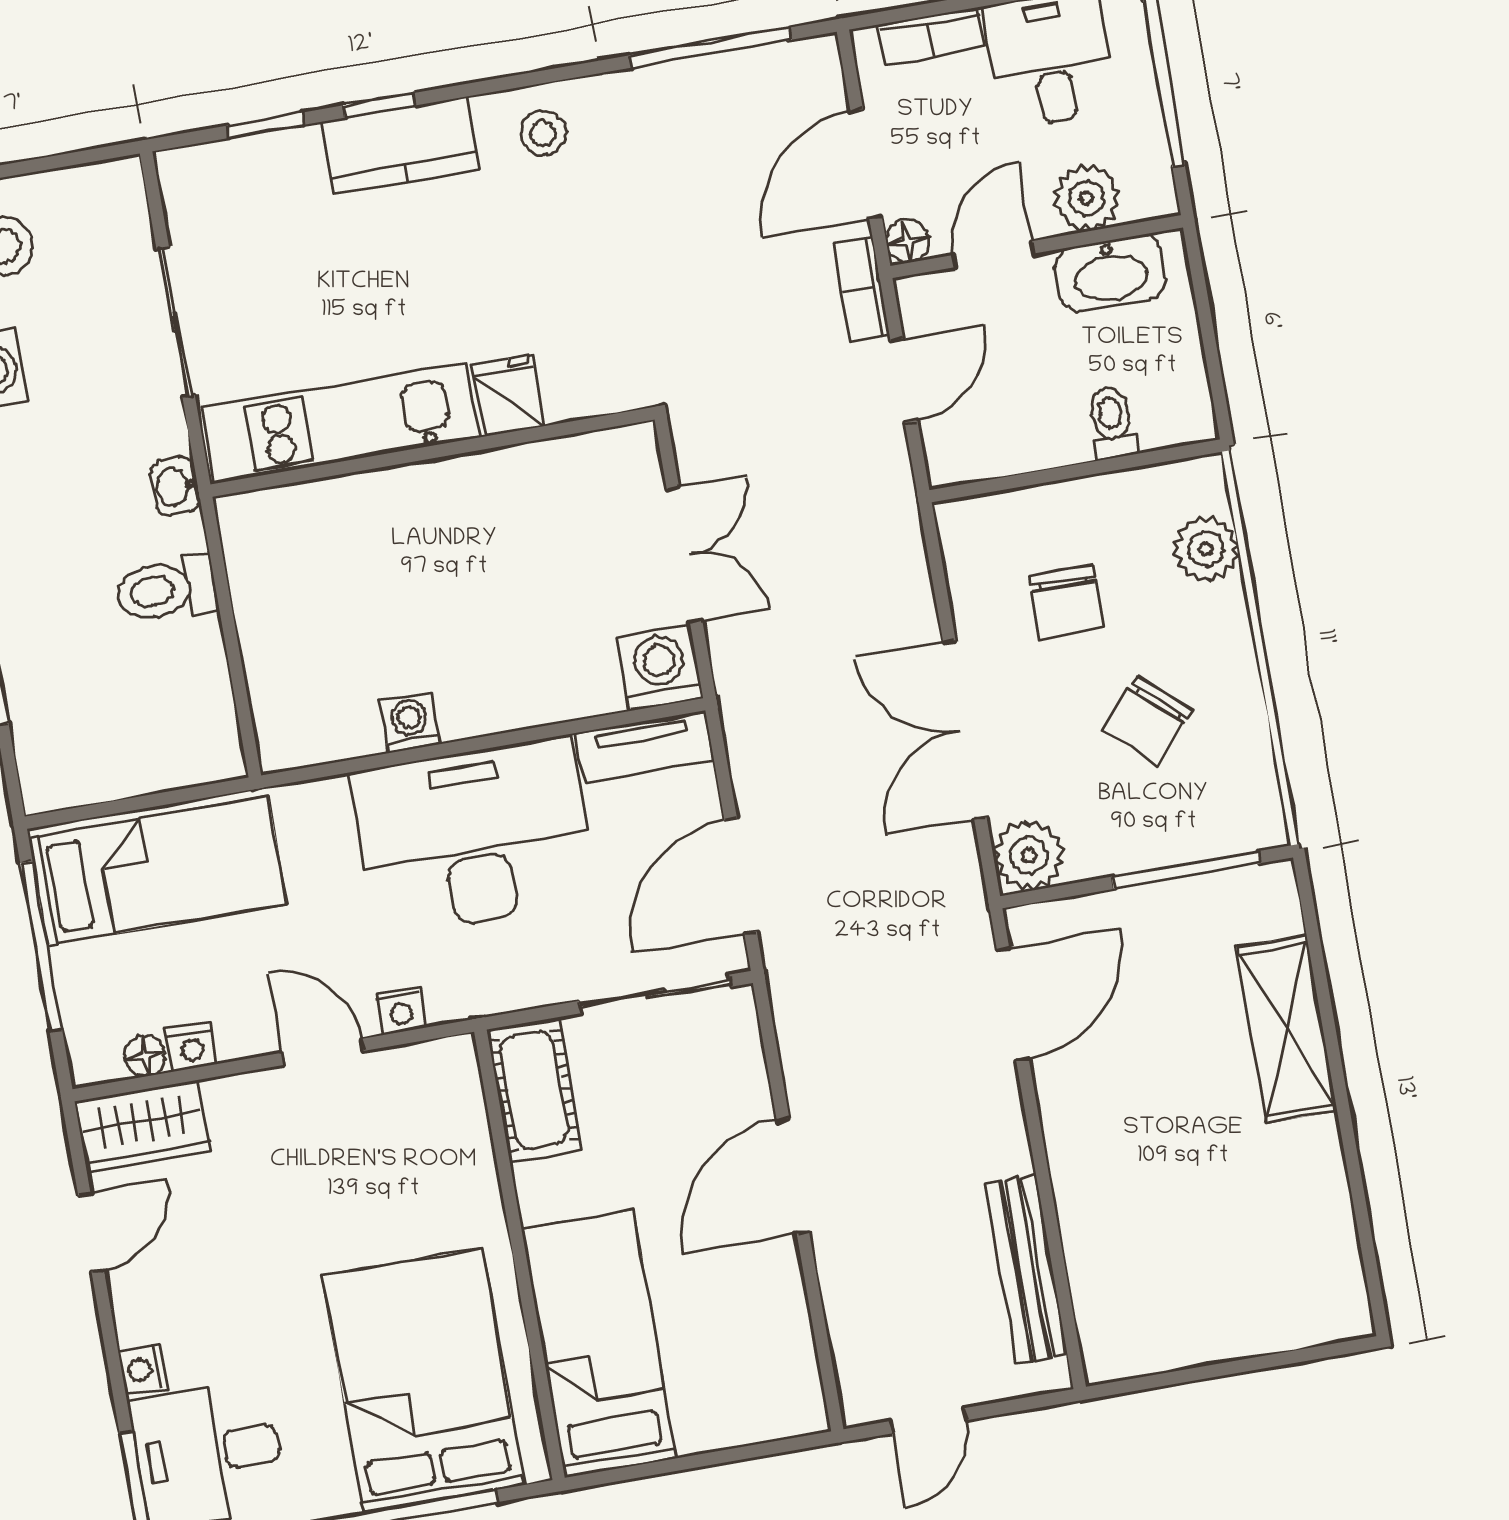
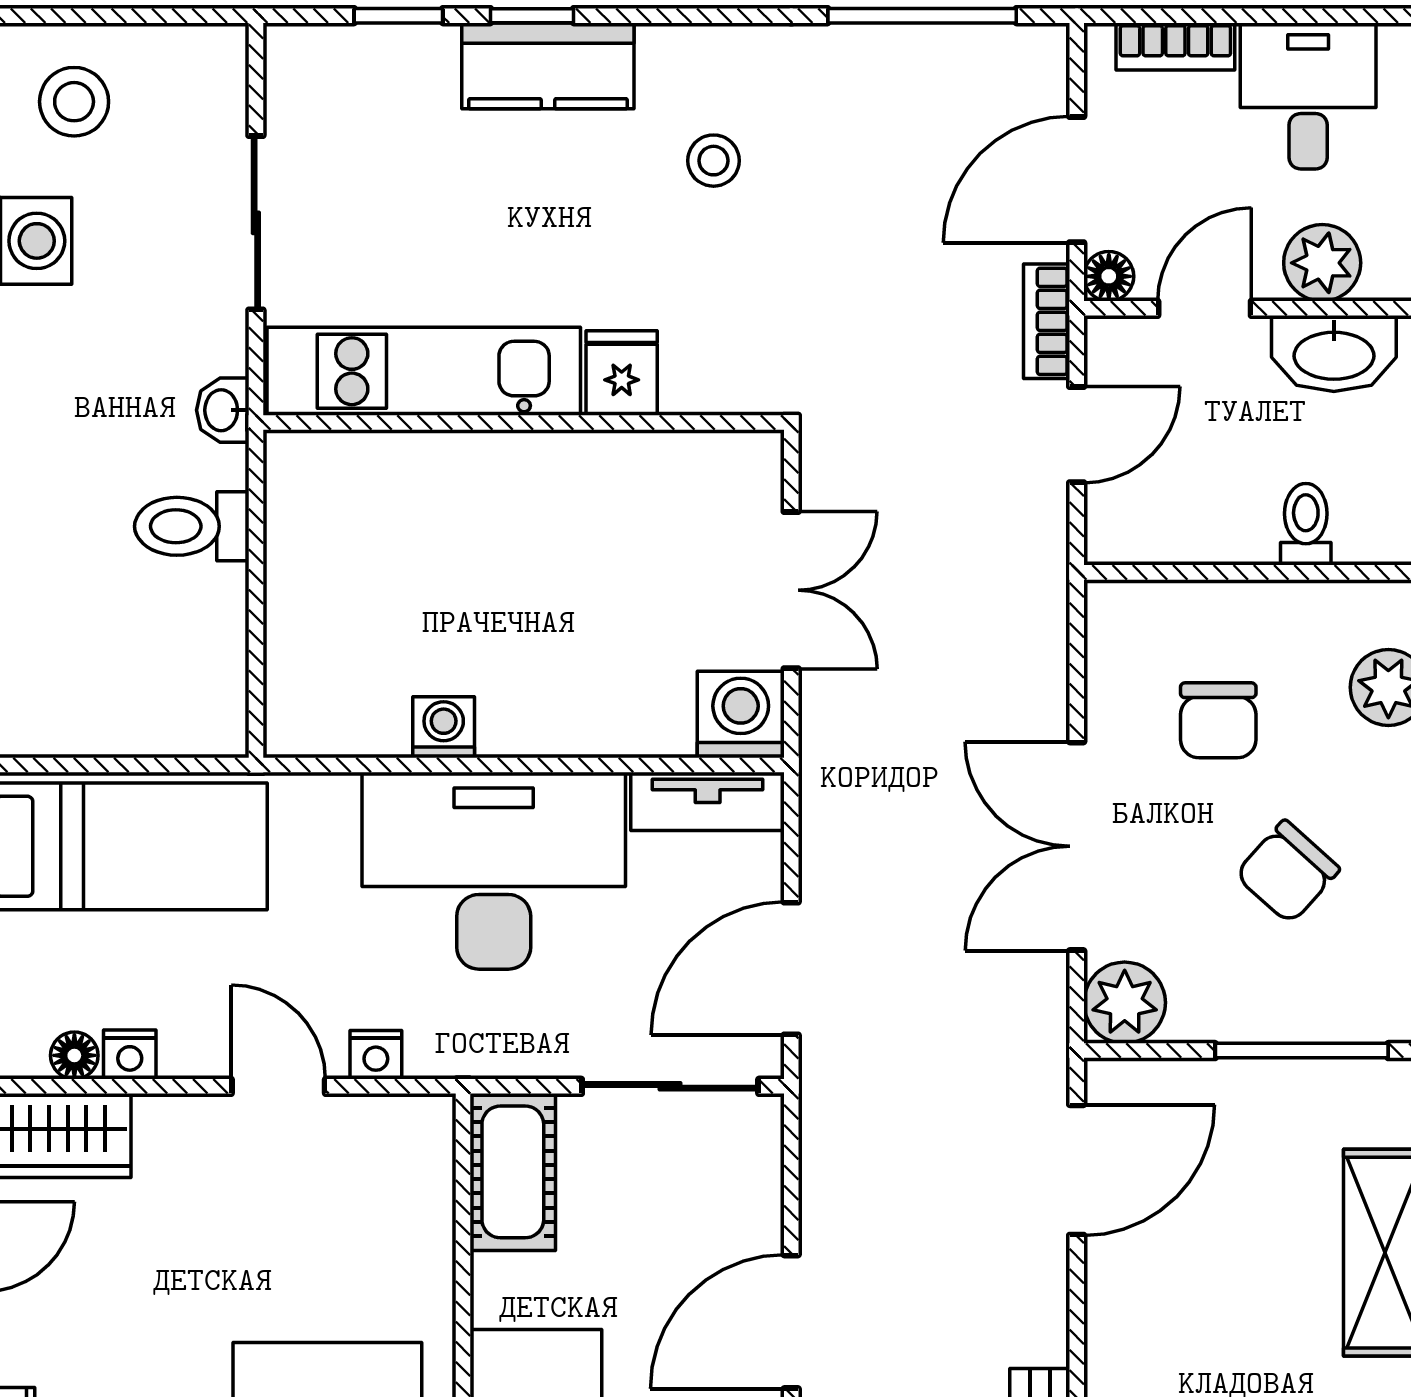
stool: (543, 133) -> (714, 161), moved

